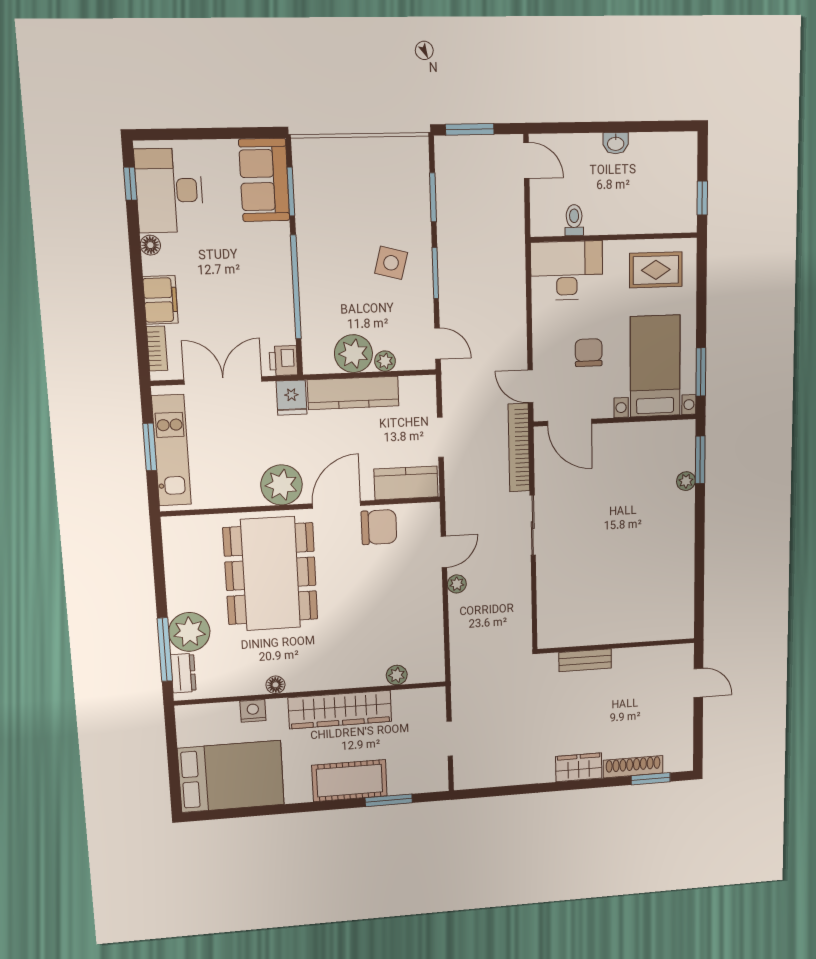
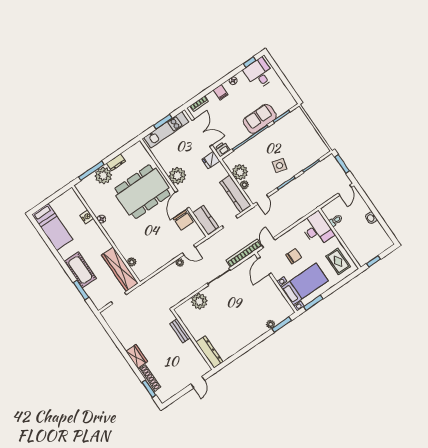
sofa: (264, 180) -> (260, 119), moved
desk: (169, 190) -> (259, 74), width x0.73
filing cabinet: (160, 300) -> (221, 92), width x0.50
kitchen counter: (353, 393) -> (235, 194), moved
door: (336, 505) -> (182, 200), swing flipped
plant: (554, 591) -> (199, 301), added
dresser: (660, 628) -> (210, 352), added
dresser: (183, 673) -> (116, 162), moved
wardrobe: (340, 710) -> (120, 269), moved
bed: (231, 776) -> (52, 227), width x0.67

